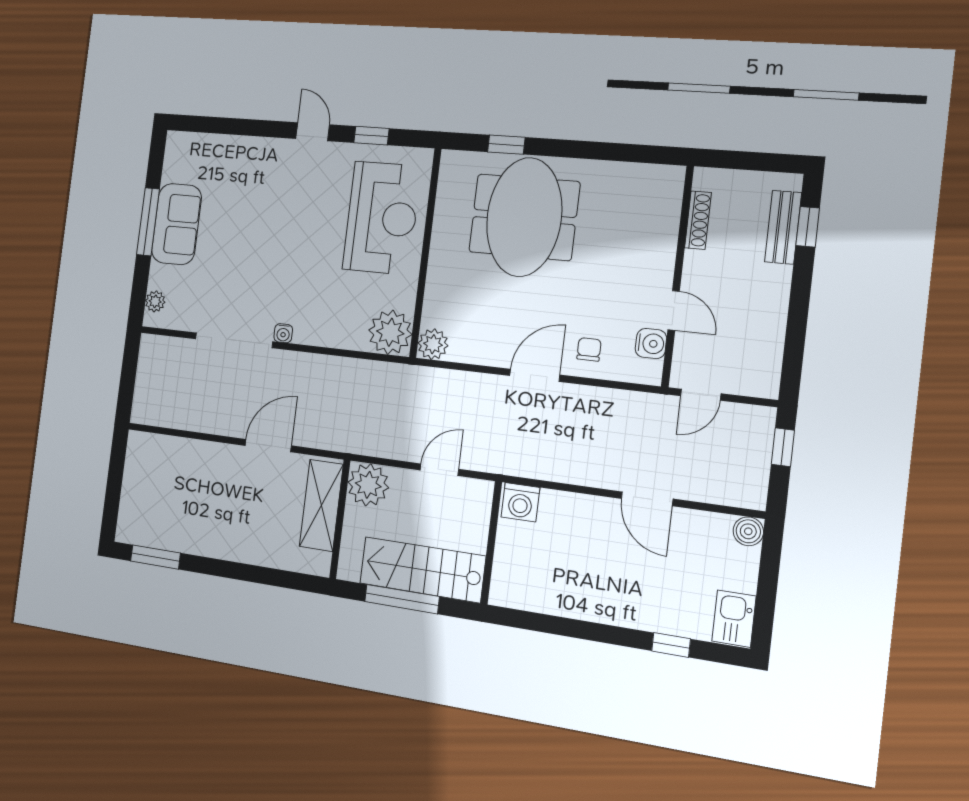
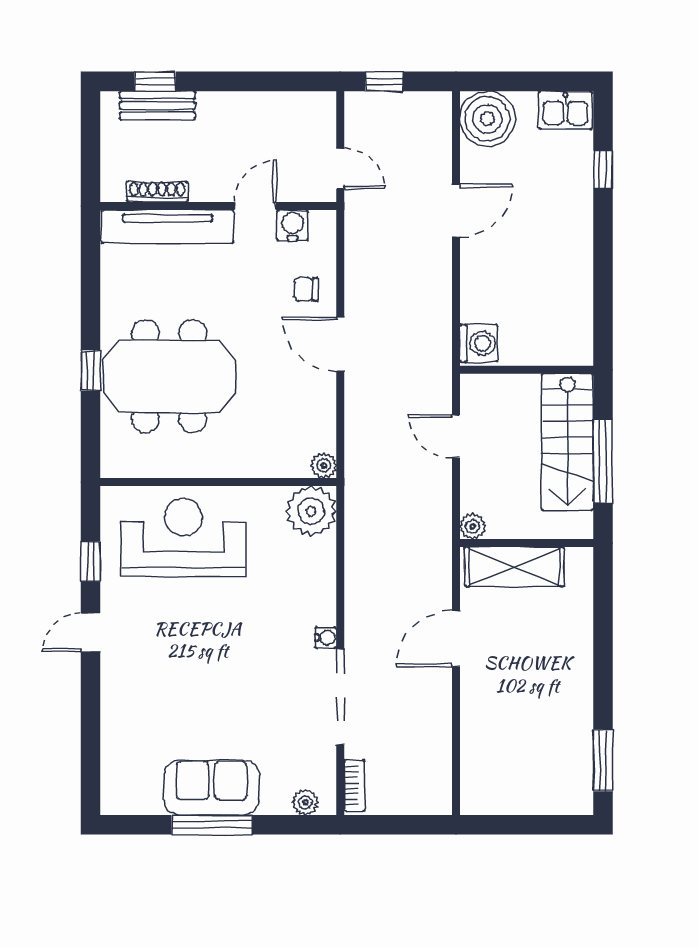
window: (506, 145) -> (91, 370), moved
tv unit: (663, 227) -> (168, 227), added
bookcase: (163, 344) -> (355, 786), added
plant: (433, 344) -> (324, 466), width x0.73, depth x0.73
door: (268, 446) -> (456, 639), hinge flipped
plant: (368, 485) -> (473, 526), width x0.53, depth x0.53
boiler: (748, 531) -> (487, 119), width x1.86, depth x1.86

